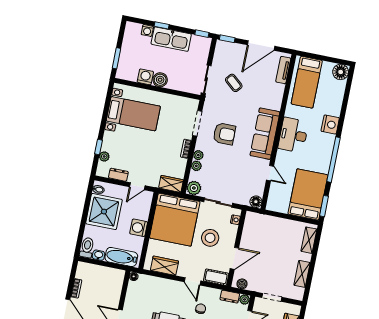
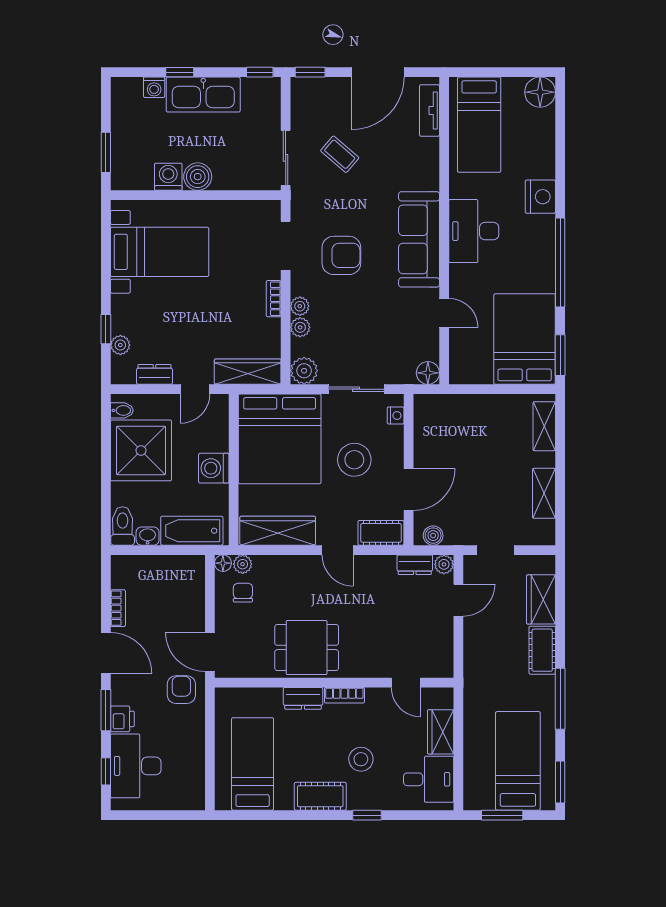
wardrobe: (171, 184) -> (248, 372), width x1.50
wardrobe: (164, 266) -> (278, 531), width x1.50
plant: (143, 279) -> (243, 564), added
chair: (201, 309) -> (243, 593), moved

